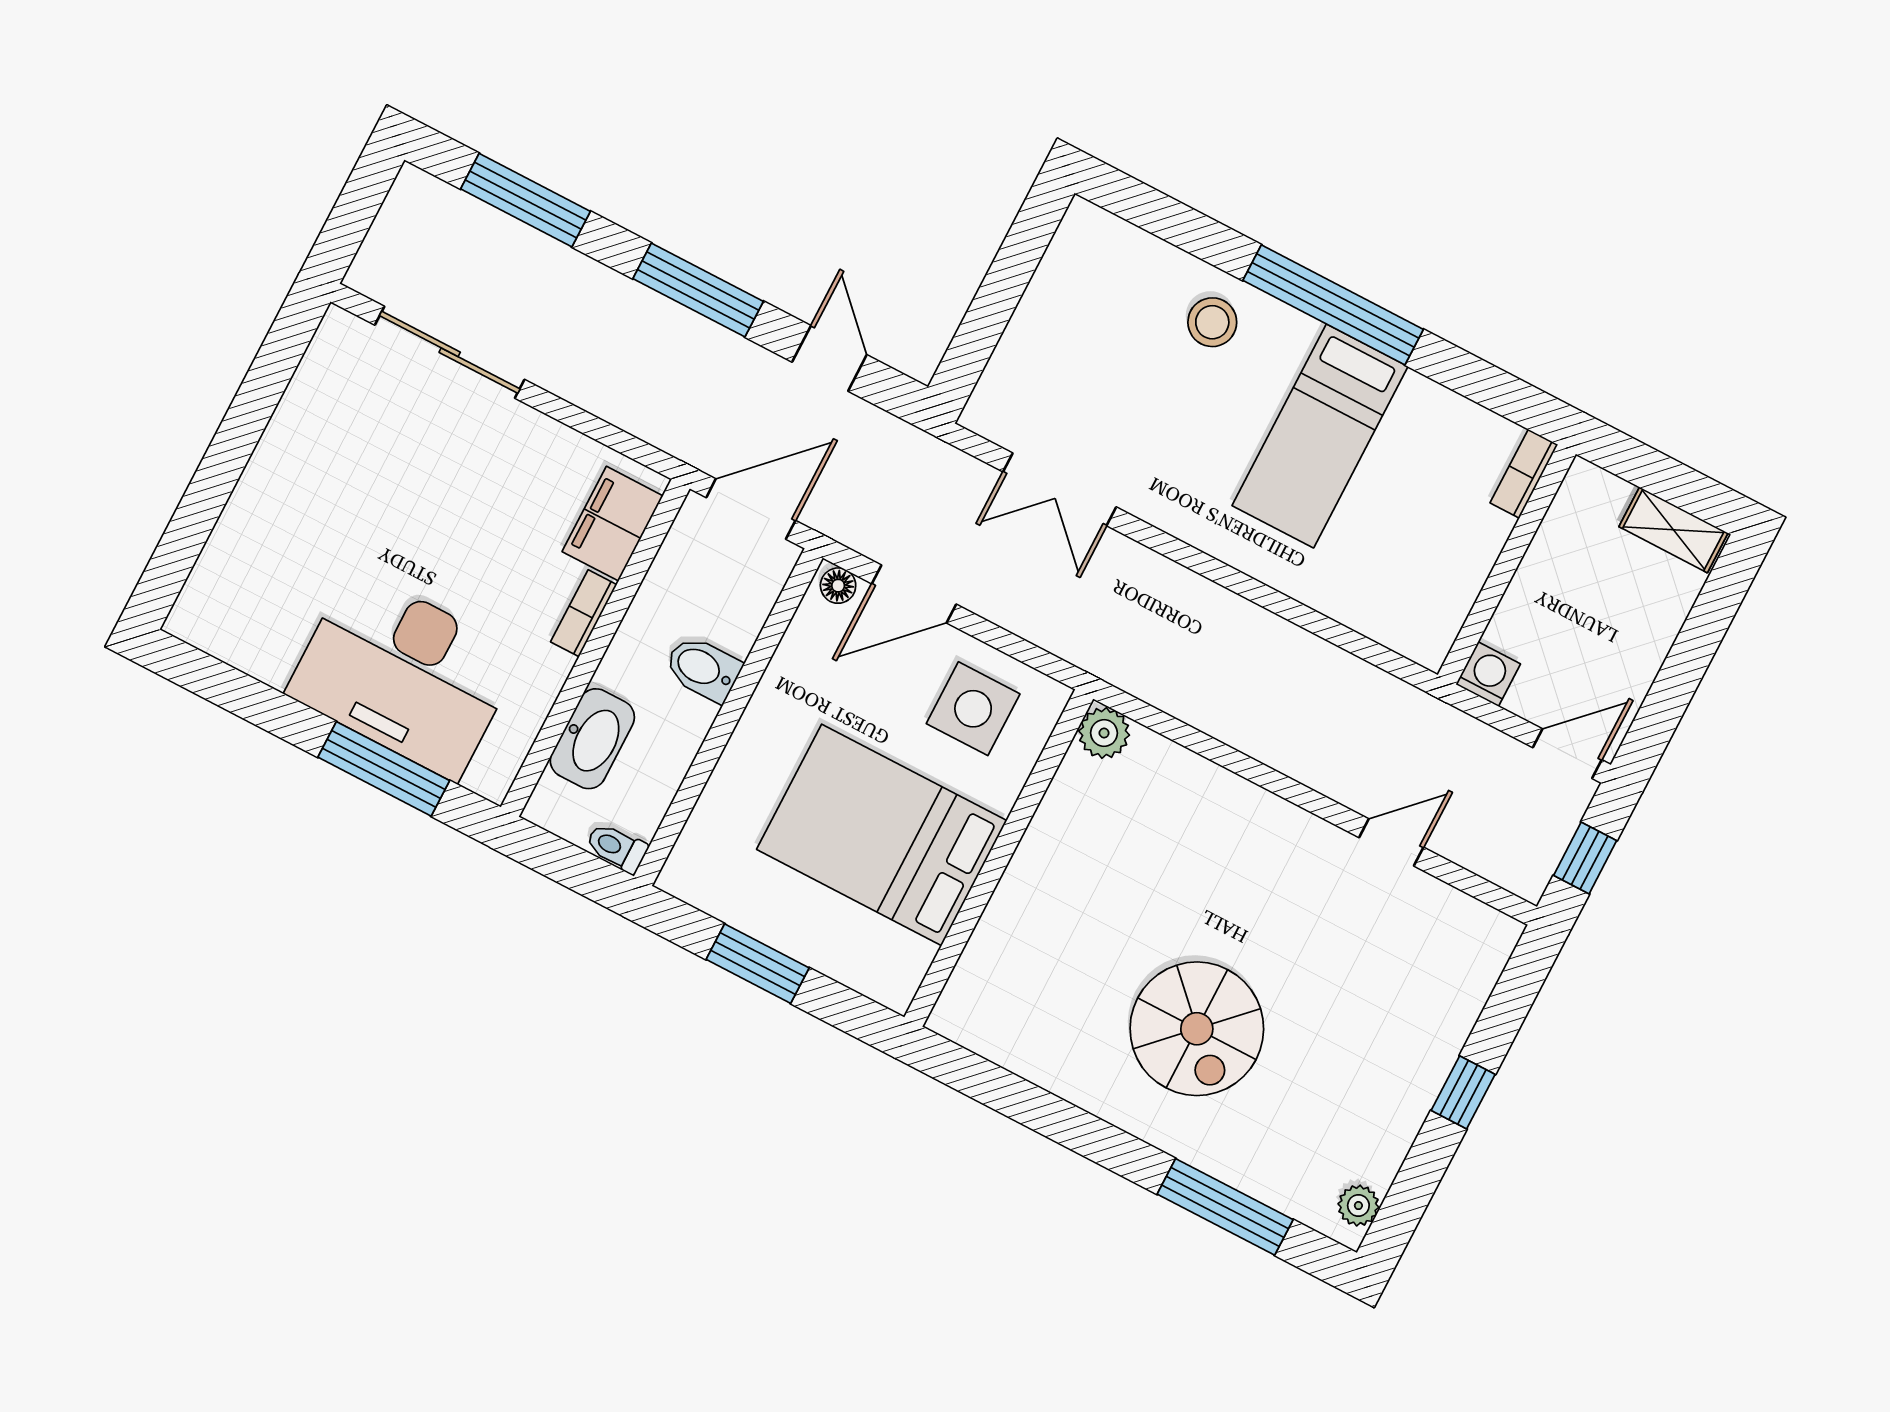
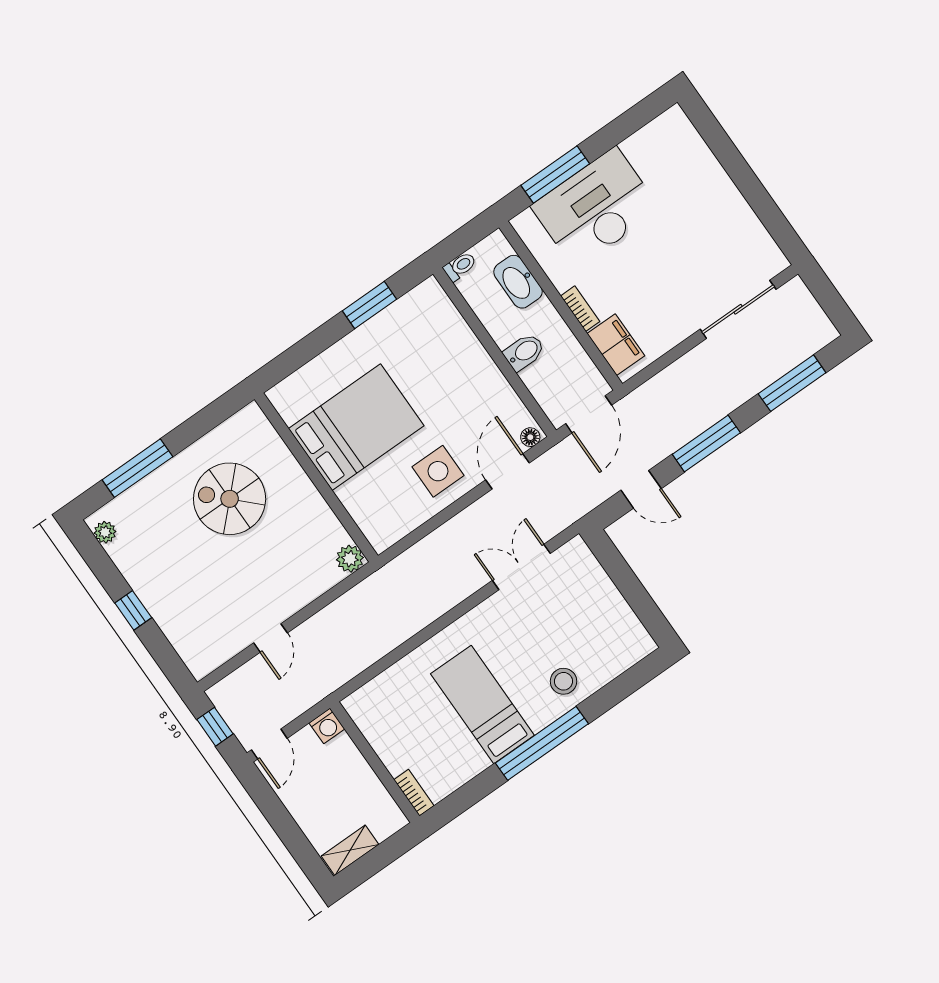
plant: (1104, 733) -> (350, 559), moved
bed: (882, 835) -> (356, 427), moved
wall: (999, 858) -> (316, 477), moved

